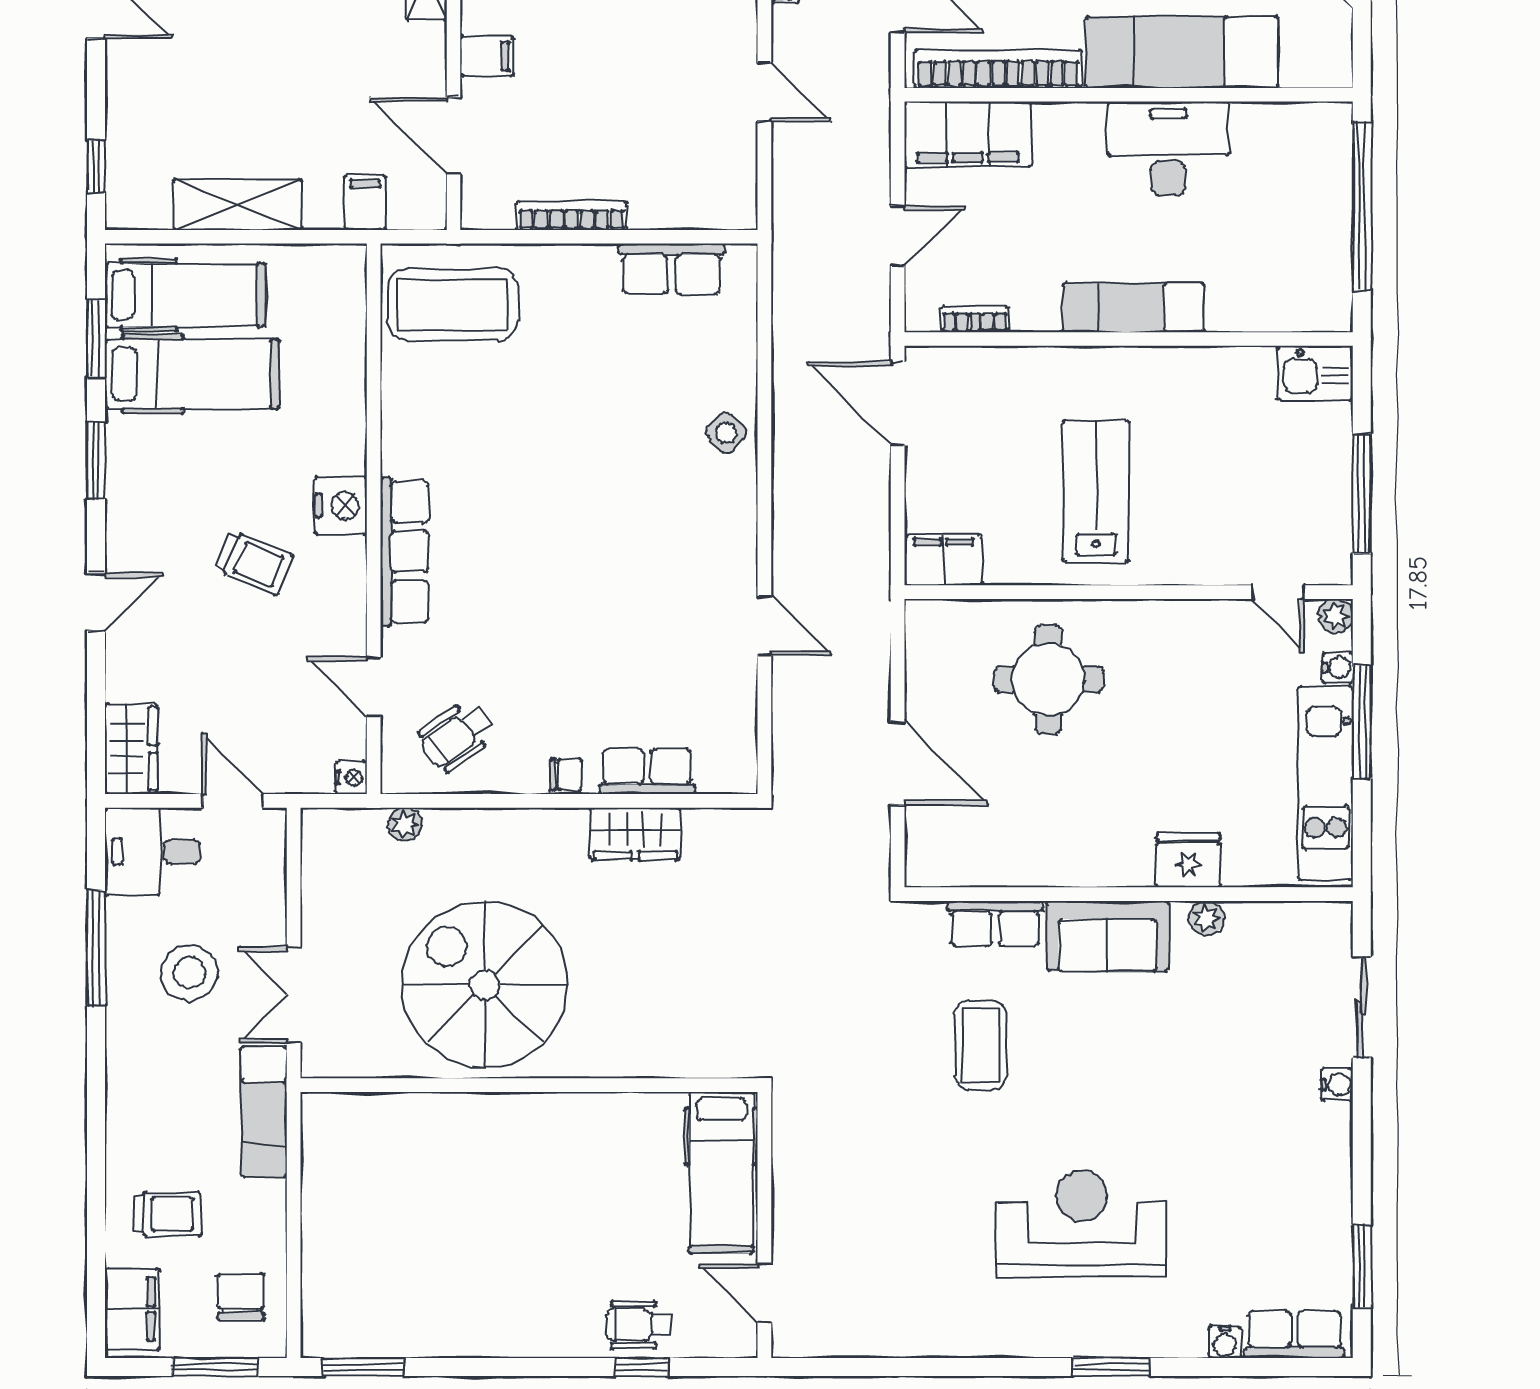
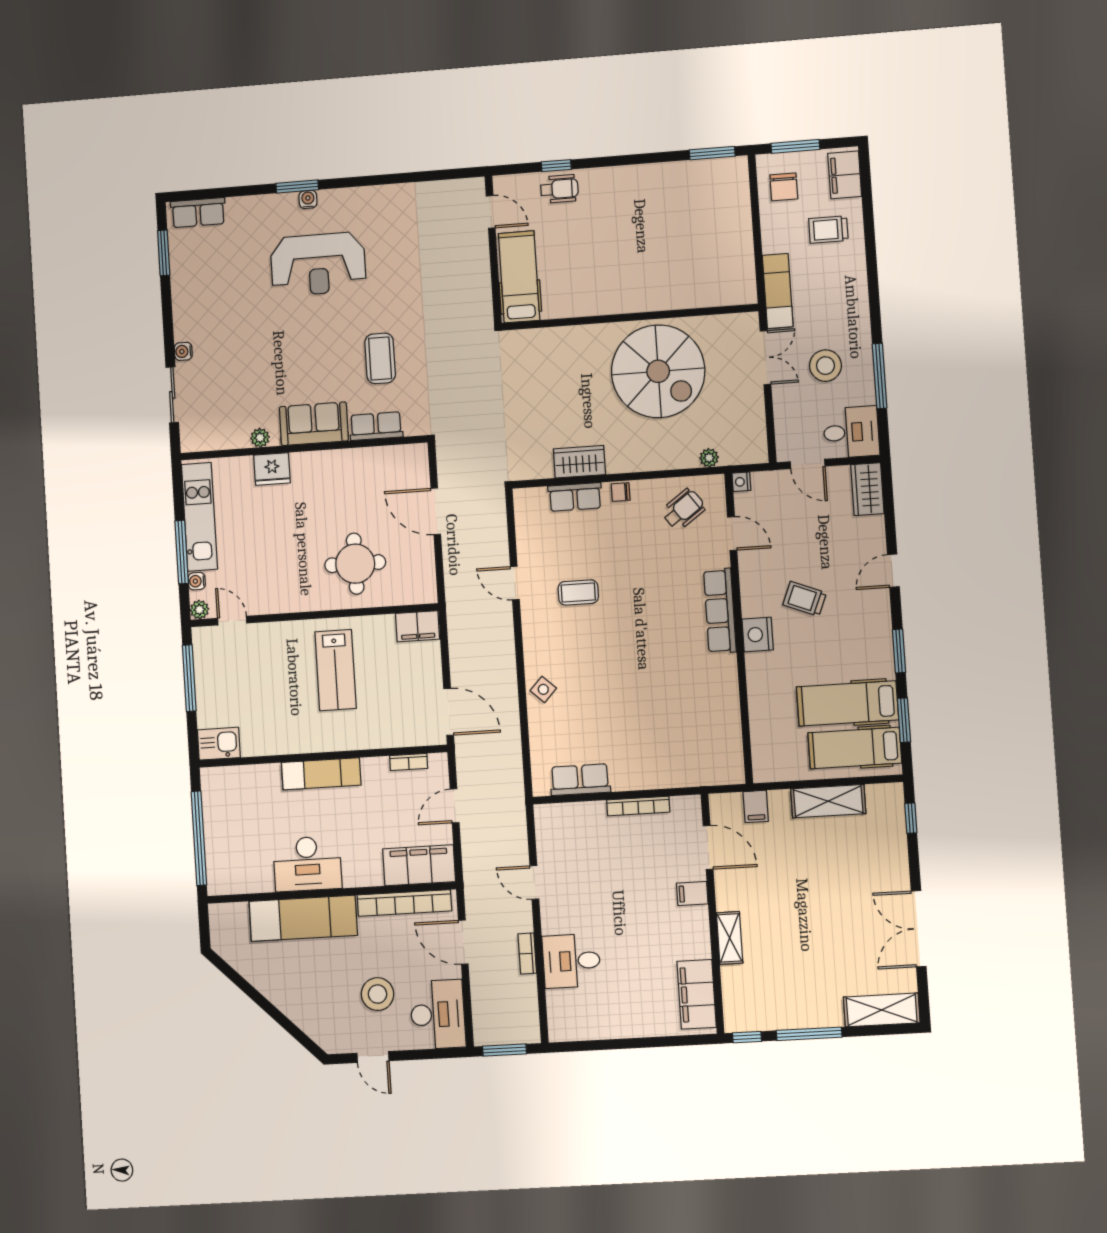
coffee table: (453, 304) -> (578, 592), moved, width x0.54, depth x0.58
water cooler: (1225, 1342) -> (308, 199), moved

